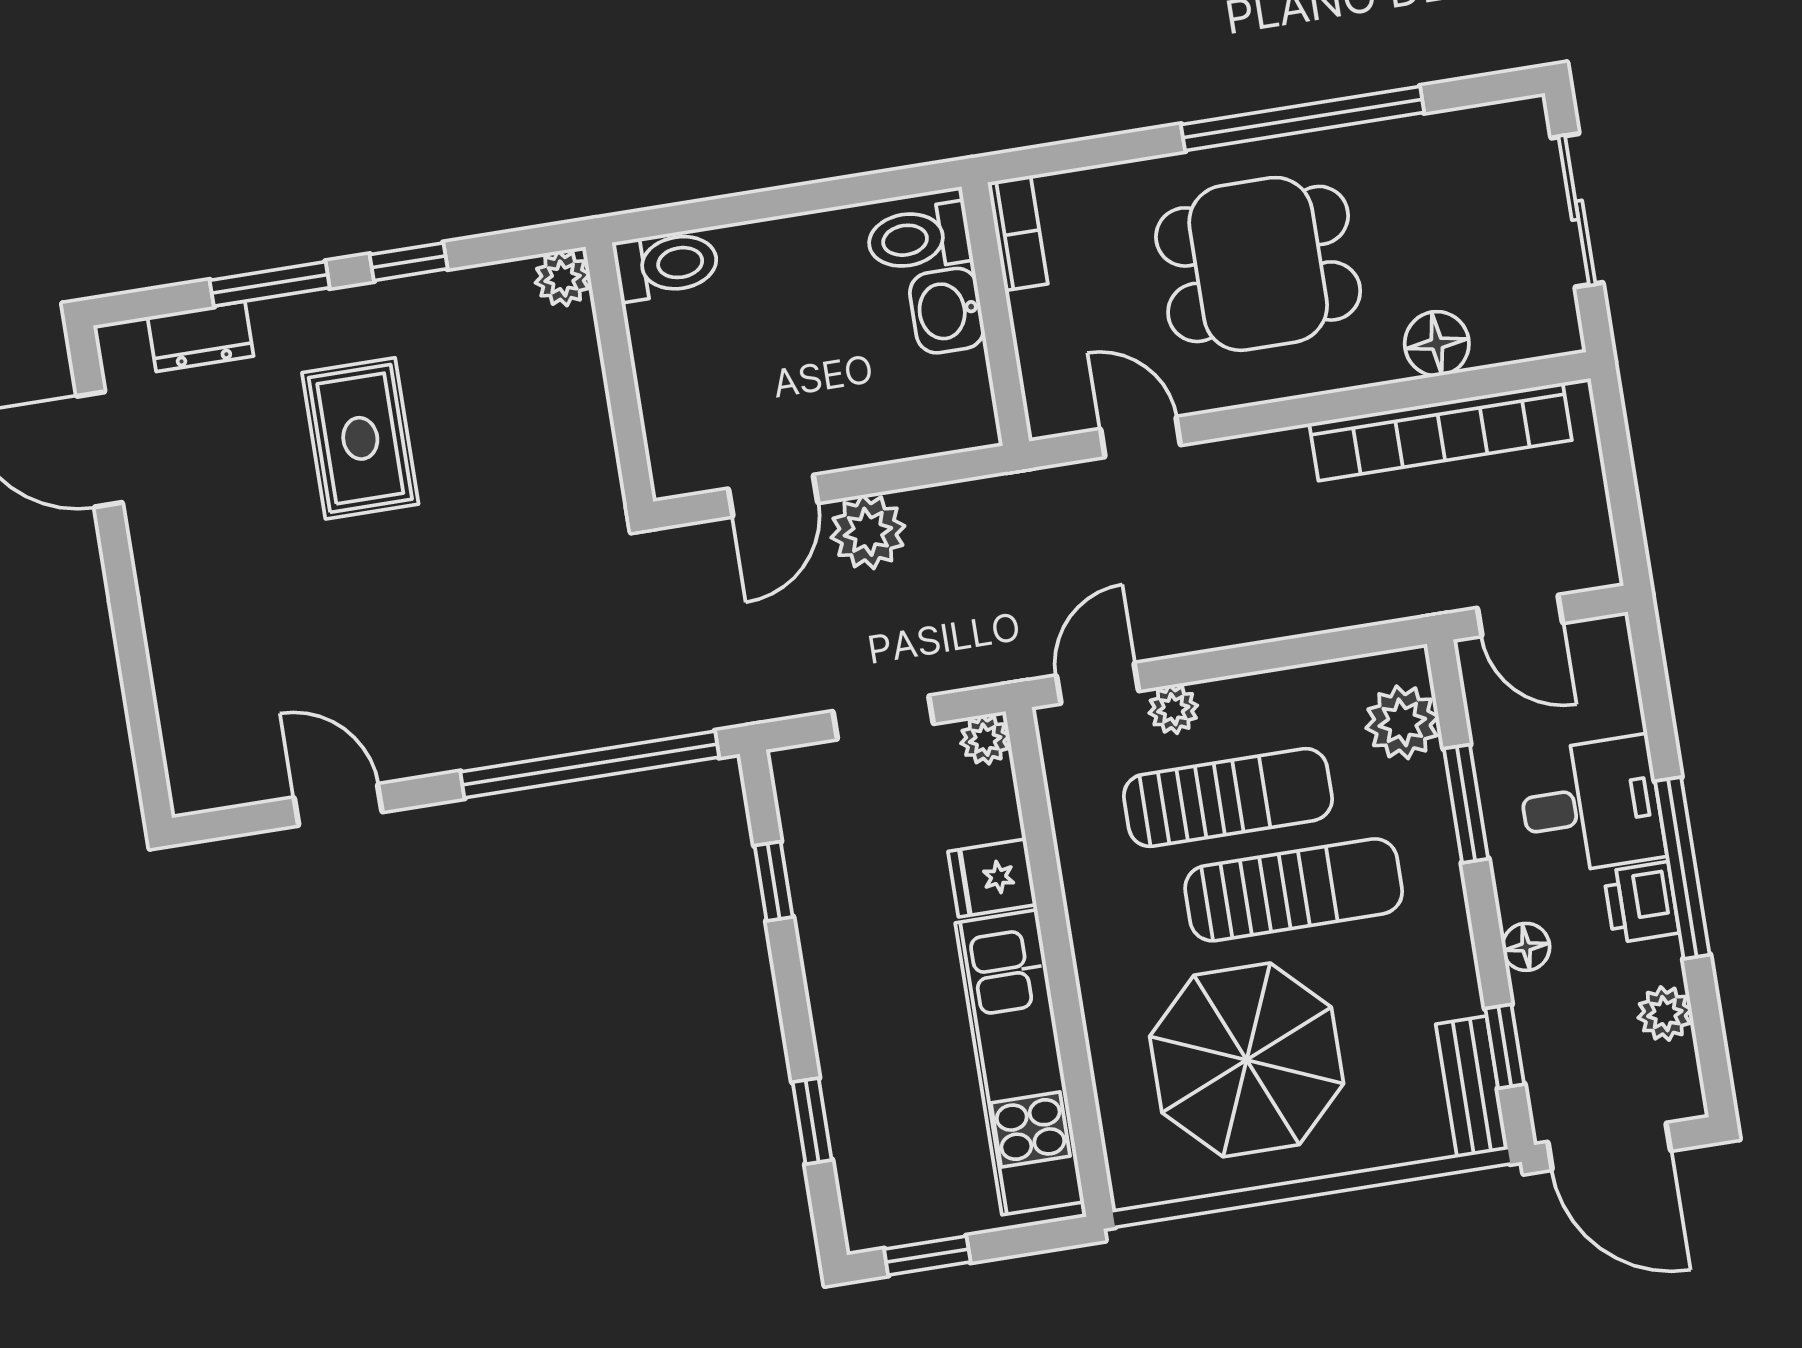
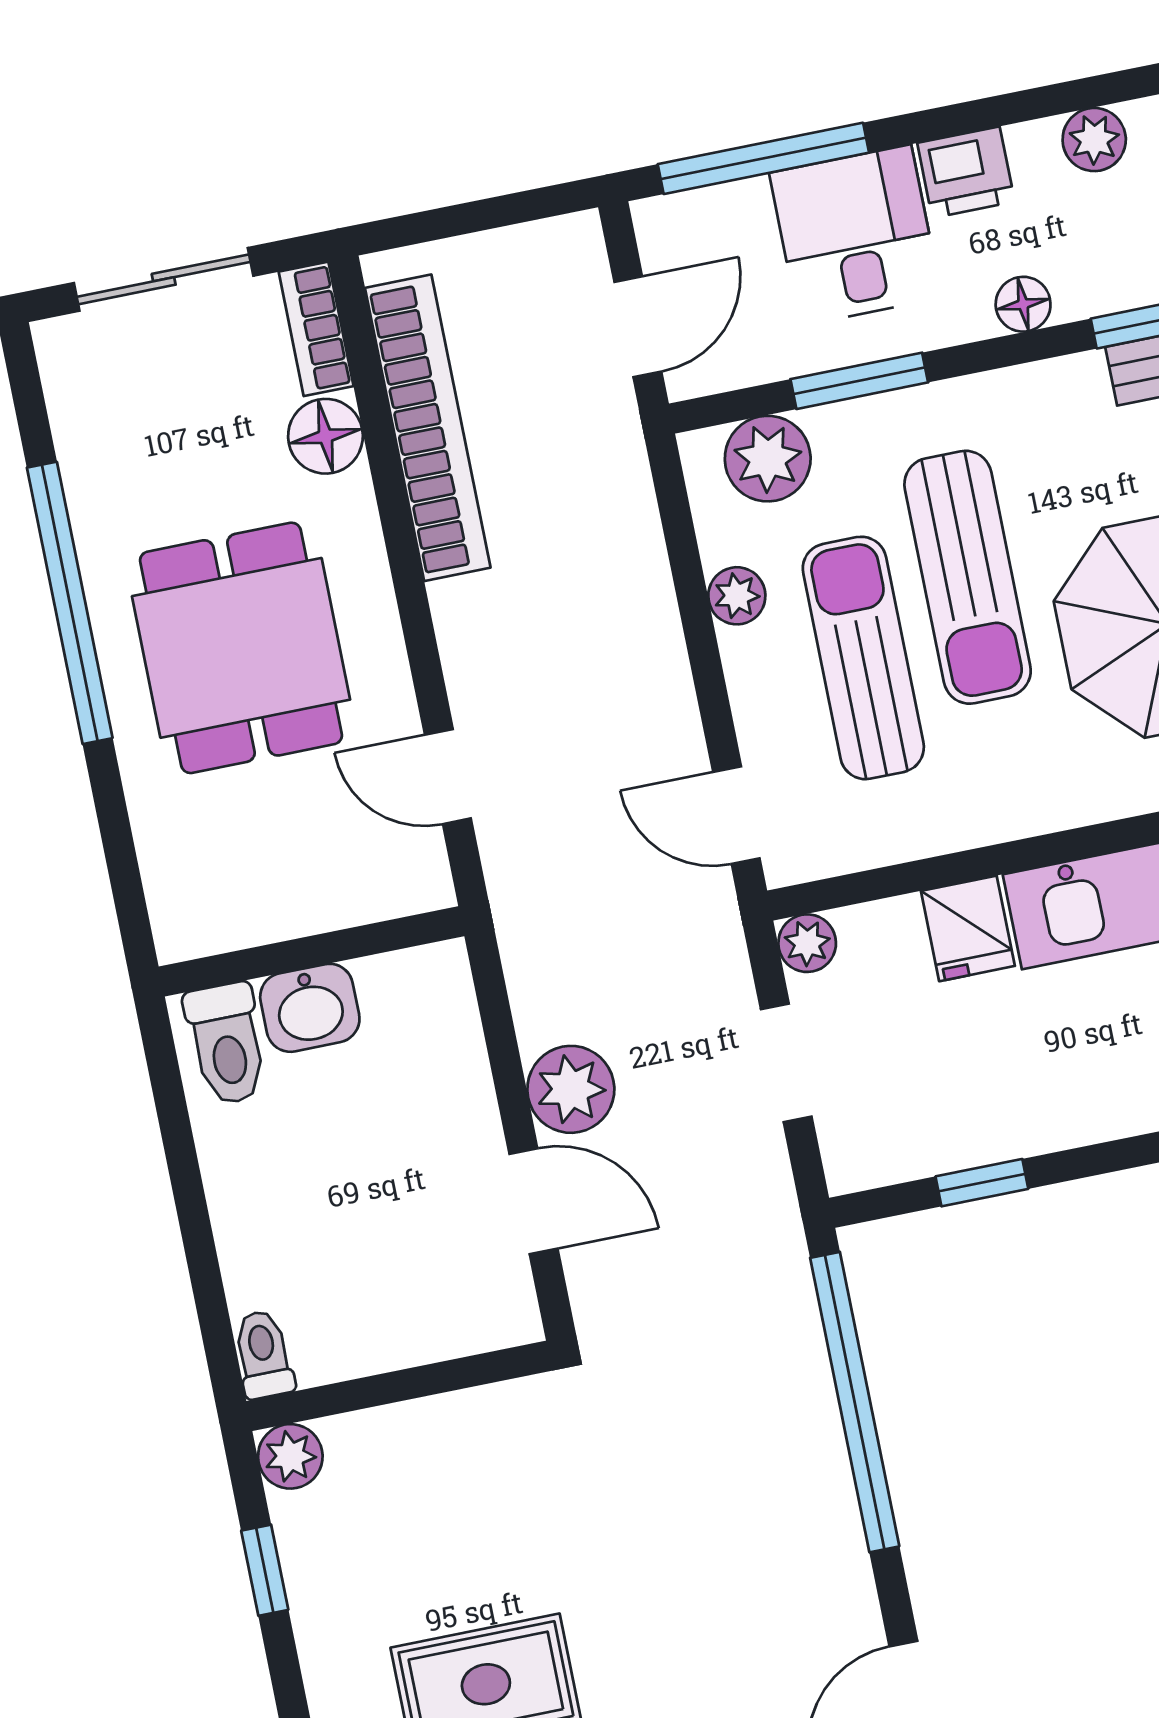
bookcase: (1018, 233) -> (316, 329), moved, turned -90
window: (409, 262) -> (265, 1570), moved
toilet: (666, 265) -> (263, 1354), width x0.73, depth x0.72
door: (1141, 437) -> (448, 777), hinge flipped
plant: (1173, 709) -> (737, 596), moved
window: (1682, 868) -> (763, 158), moved
sun lounger: (1294, 890) -> (968, 577), turned 180

